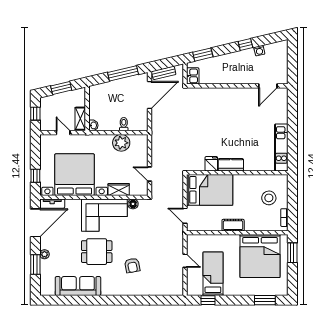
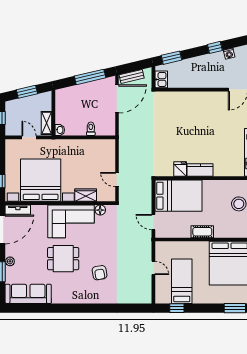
plant: (121, 143) -> (88, 148), removed
sofa: (78, 286) -> (28, 294), moved

